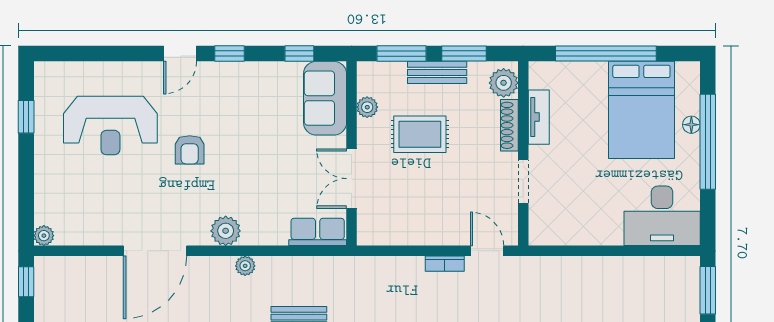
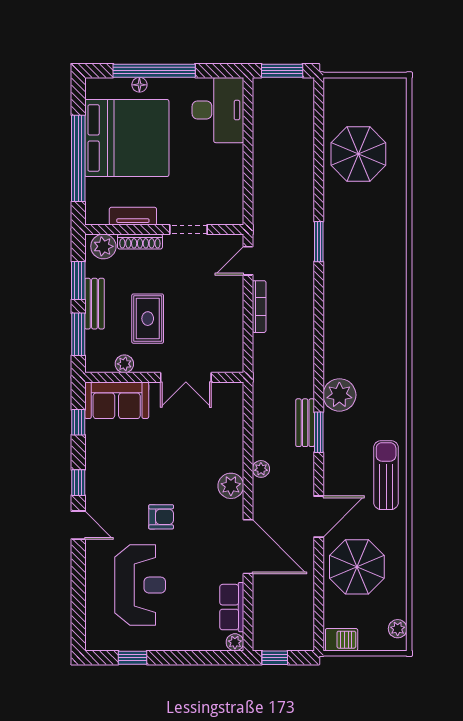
bed: (641, 110) -> (127, 138), width x1.36
row of seats: (318, 232) -> (232, 607), moved
bookcase: (445, 264) -> (259, 307), width x1.56

